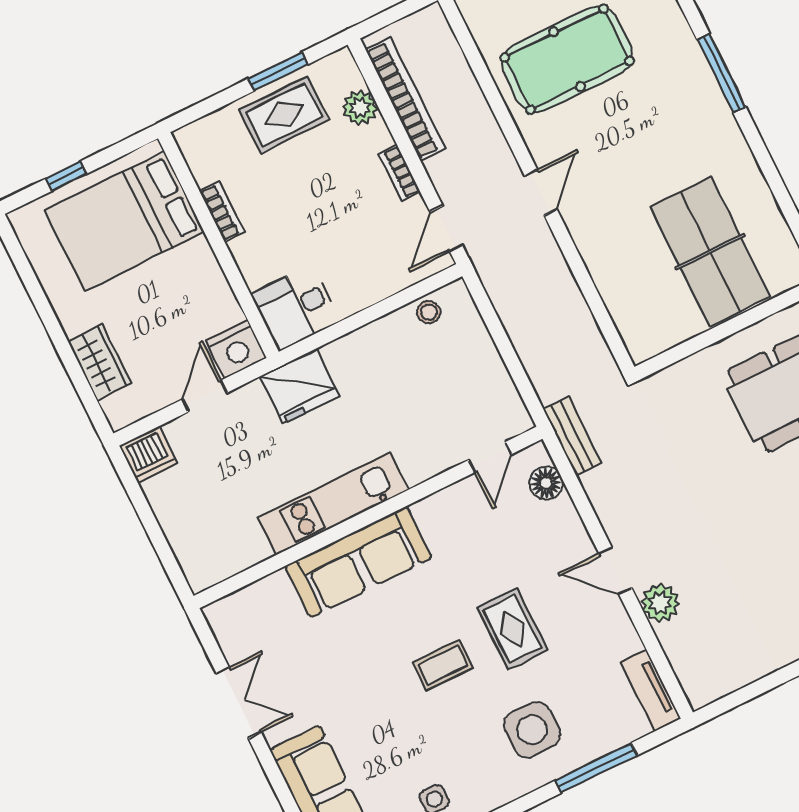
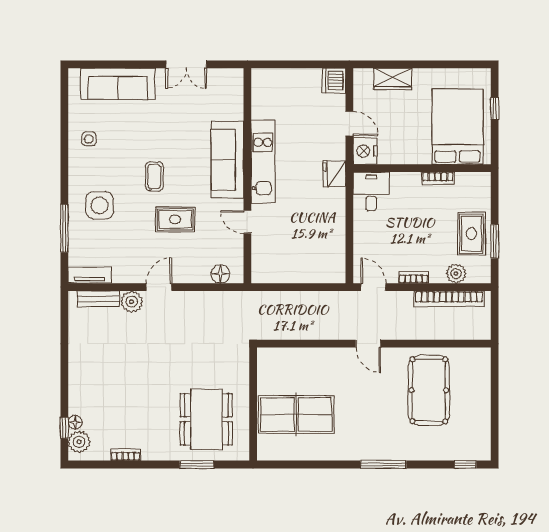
stool: (429, 312) -> (336, 257), removed
fridge: (300, 386) -> (334, 174), width x0.73, depth x0.75
bench: (572, 436) -> (98, 299), moved
door: (490, 457) -> (247, 222), moved
rug: (512, 629) -> (175, 219), moved

